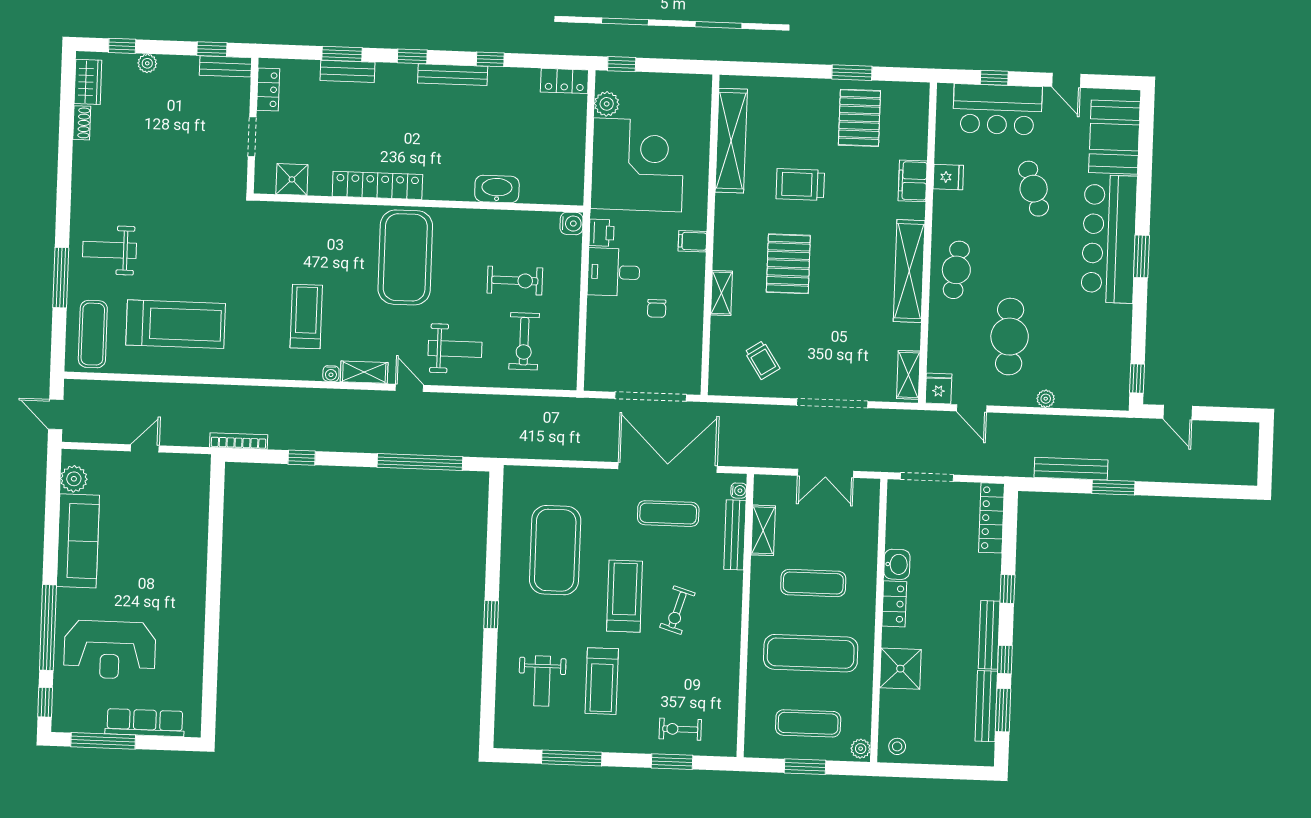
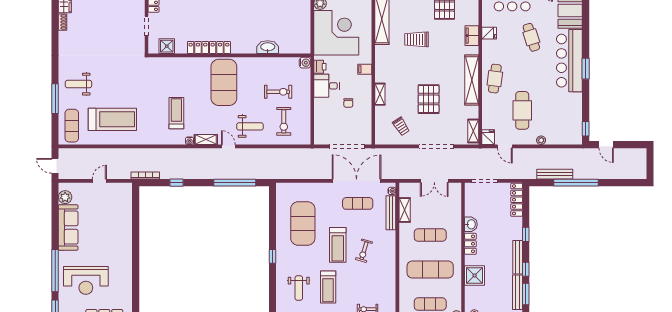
pallet: (788, 264) -> (429, 99), moved
window: (1113, 487) -> (576, 183), width x2.11
treadmill: (625, 596) -> (338, 245), turned 180

